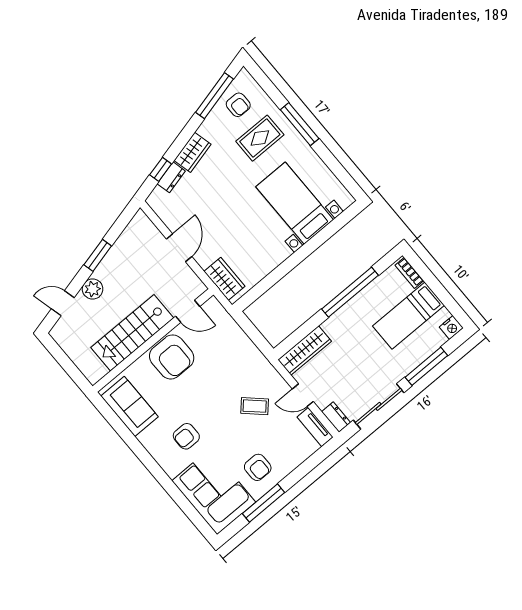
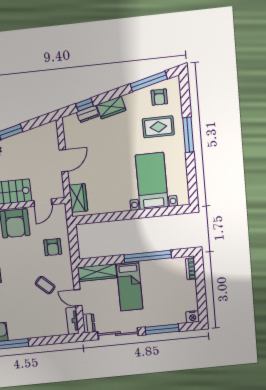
door: (188, 311) -> (43, 203), hinge flipped
bed: (408, 316) -> (130, 286), moved, turned -90
armchair: (258, 467) -> (53, 247), moved

